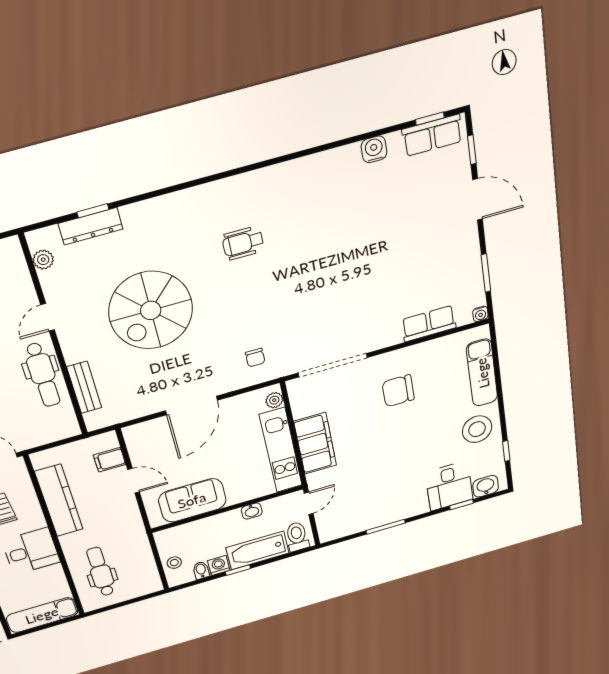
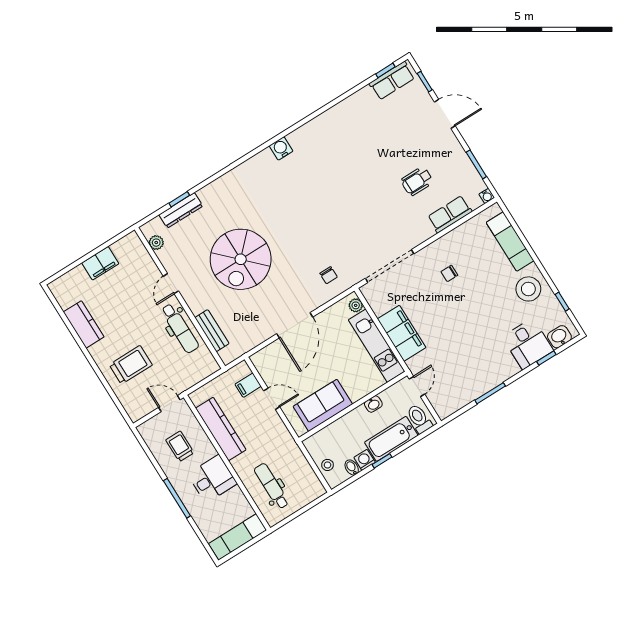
water cooler: (374, 149) -> (281, 148), moved
wheelchair: (243, 243) -> (417, 181), moved
chair: (398, 391) -> (449, 273), width x0.54, depth x0.54

